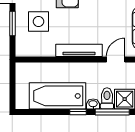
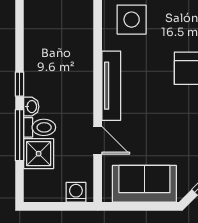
side table: (38, 21) -> (132, 20), moved
bathtub: (57, 96) -> (43, 54), removed

